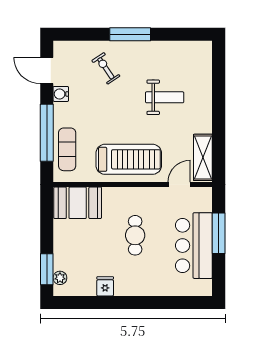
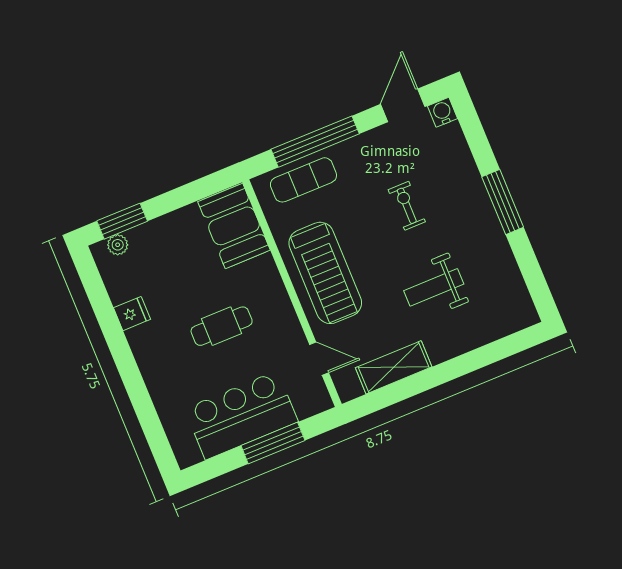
exercise bike: (106, 68) -> (407, 206), moved, turned -56
water cooler: (61, 94) -> (443, 112), moved
weight bench: (165, 97) -> (434, 287), turned 90
shelving: (203, 157) -> (394, 367), moved

